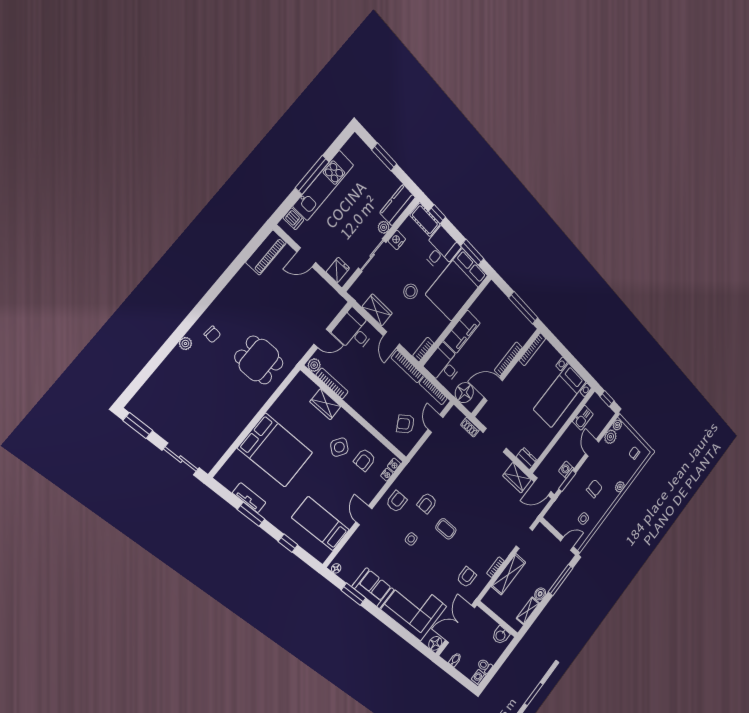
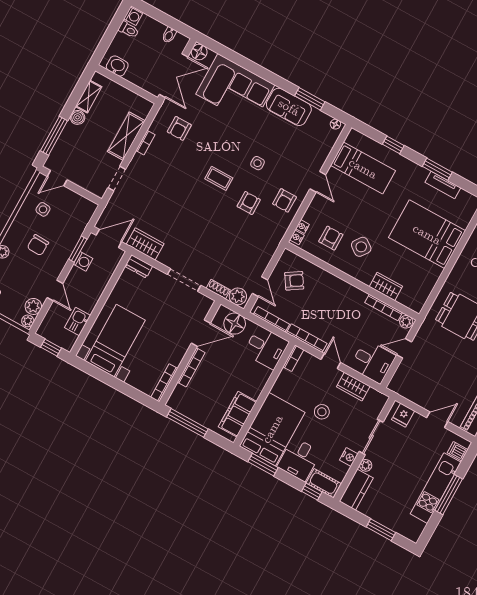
filing cabinet: (462, 332) -> (237, 414), moved
plant: (456, 418) -> (238, 296), added

